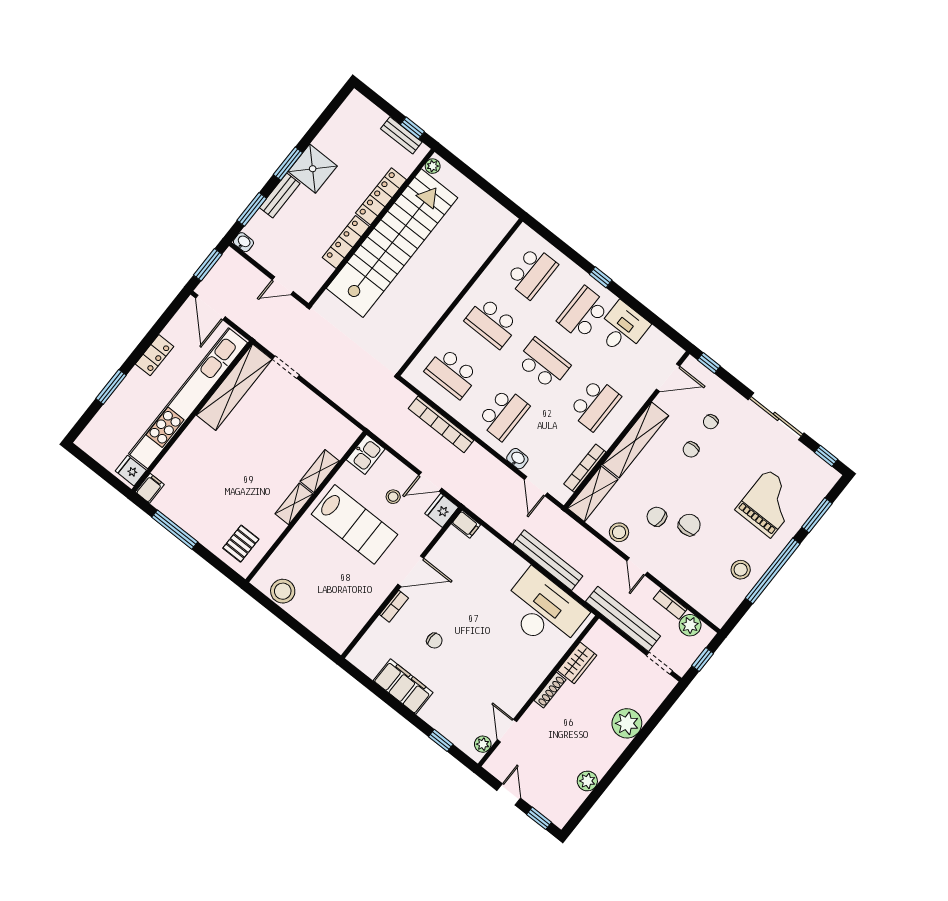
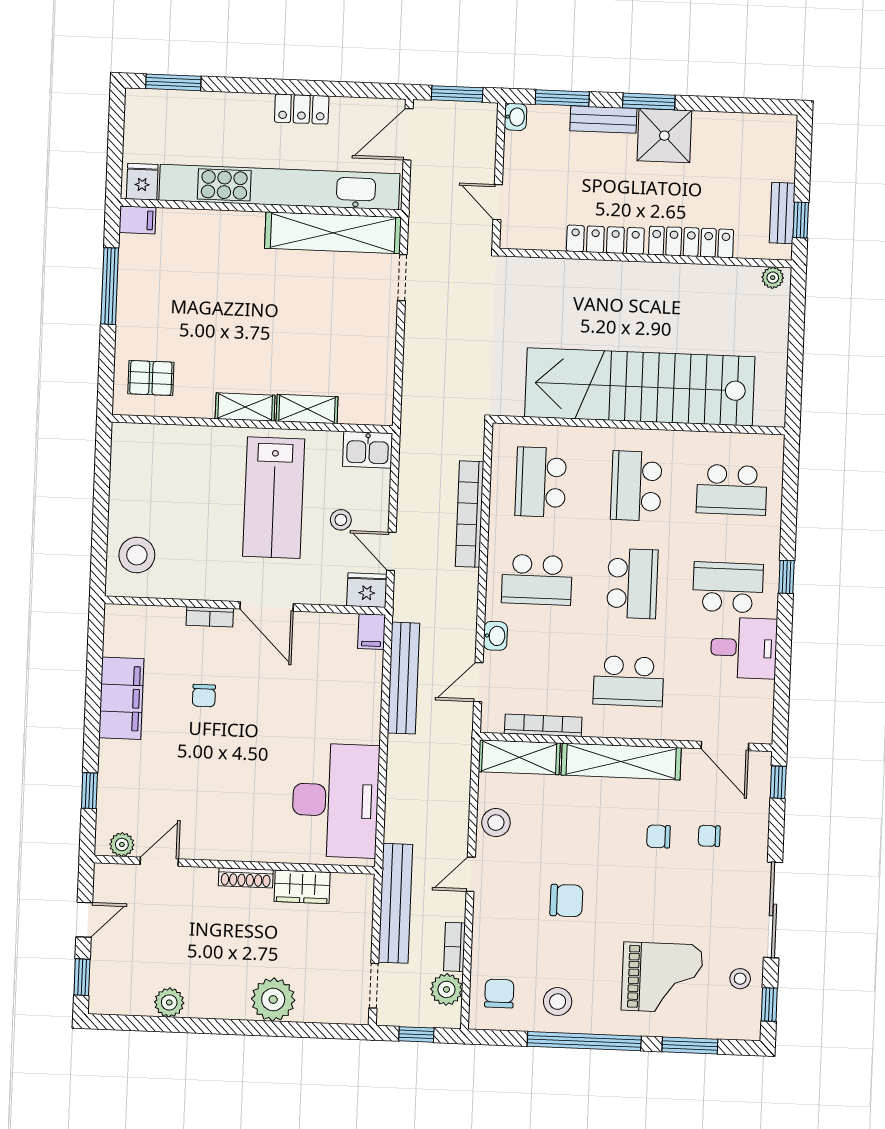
stairs: (392, 243) -> (640, 387), moved, turned 180
window: (111, 387) -> (173, 82), moved
stool: (801, 461) -> (740, 979), added
chair: (657, 517) -> (499, 994), moved
bench: (548, 560) -> (404, 678), moved
stool: (283, 591) -> (137, 555), moved

